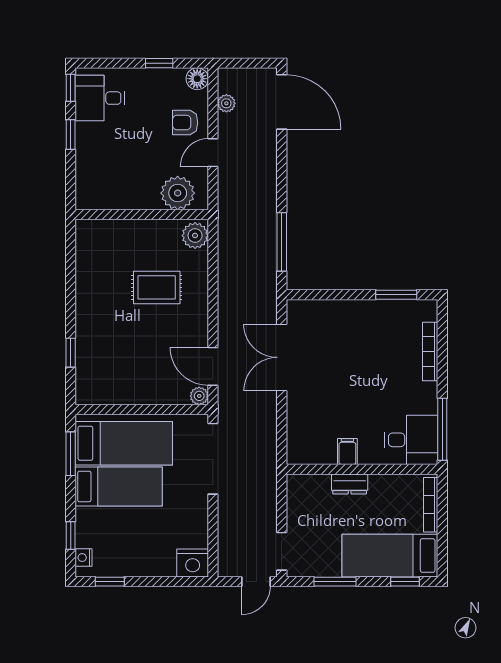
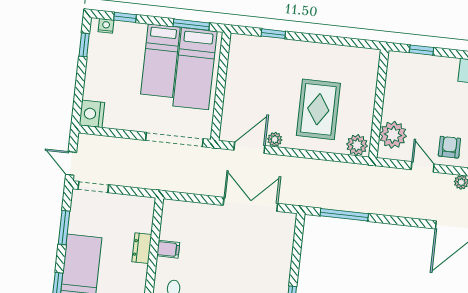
window: (71, 134) -> (421, 50), moved
rug: (157, 287) -> (318, 109), width x1.36, depth x1.43
plant: (199, 396) -> (275, 139), moved

